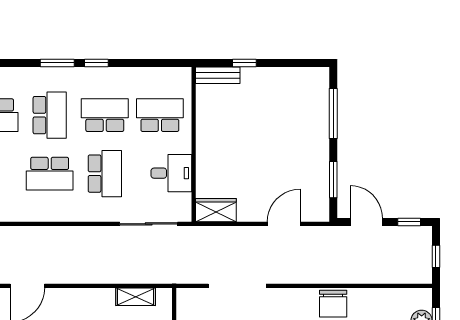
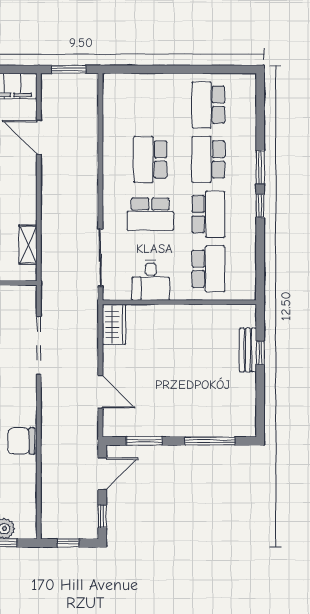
bench: (218, 75) -> (248, 350), moved
school desk: (50, 115) -> (208, 159), turned 90

